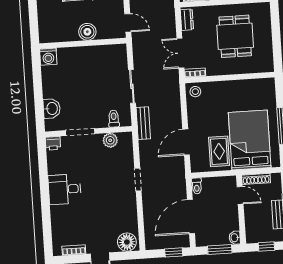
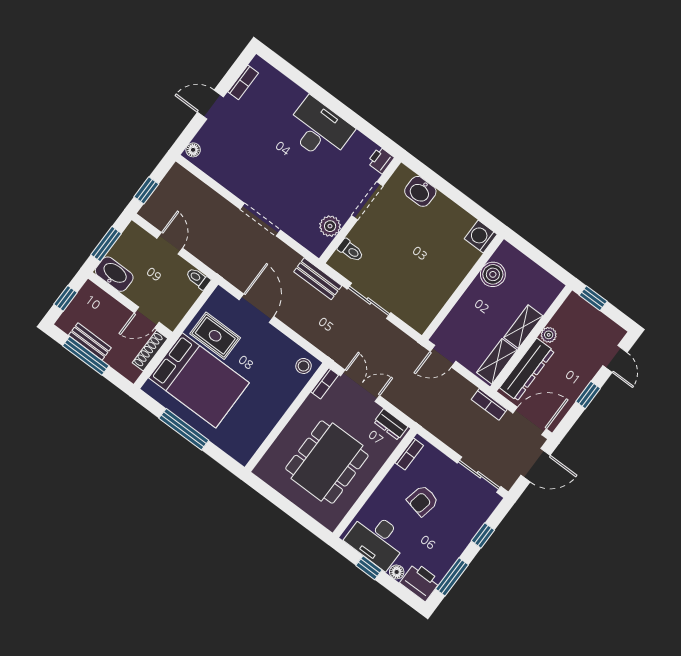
boiler: (87, 32) -> (493, 274), moved
dining table: (235, 36) -> (327, 462), width x1.38
doorway: (138, 180) -> (260, 220), width x1.38
desk: (65, 189) -> (319, 130), width x1.37
door: (191, 217) -> (170, 243), width x0.53
washbasin: (235, 238) -> (114, 274), width x1.91, depth x1.45
floor lamp: (127, 242) -> (193, 150), width x0.53, depth x0.53

